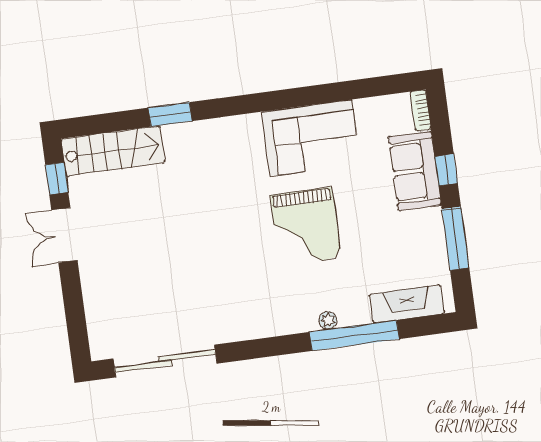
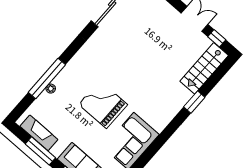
fireplace: (407, 304) -> (39, 133), moved, turned -90
plant: (328, 320) -> (51, 89), moved

